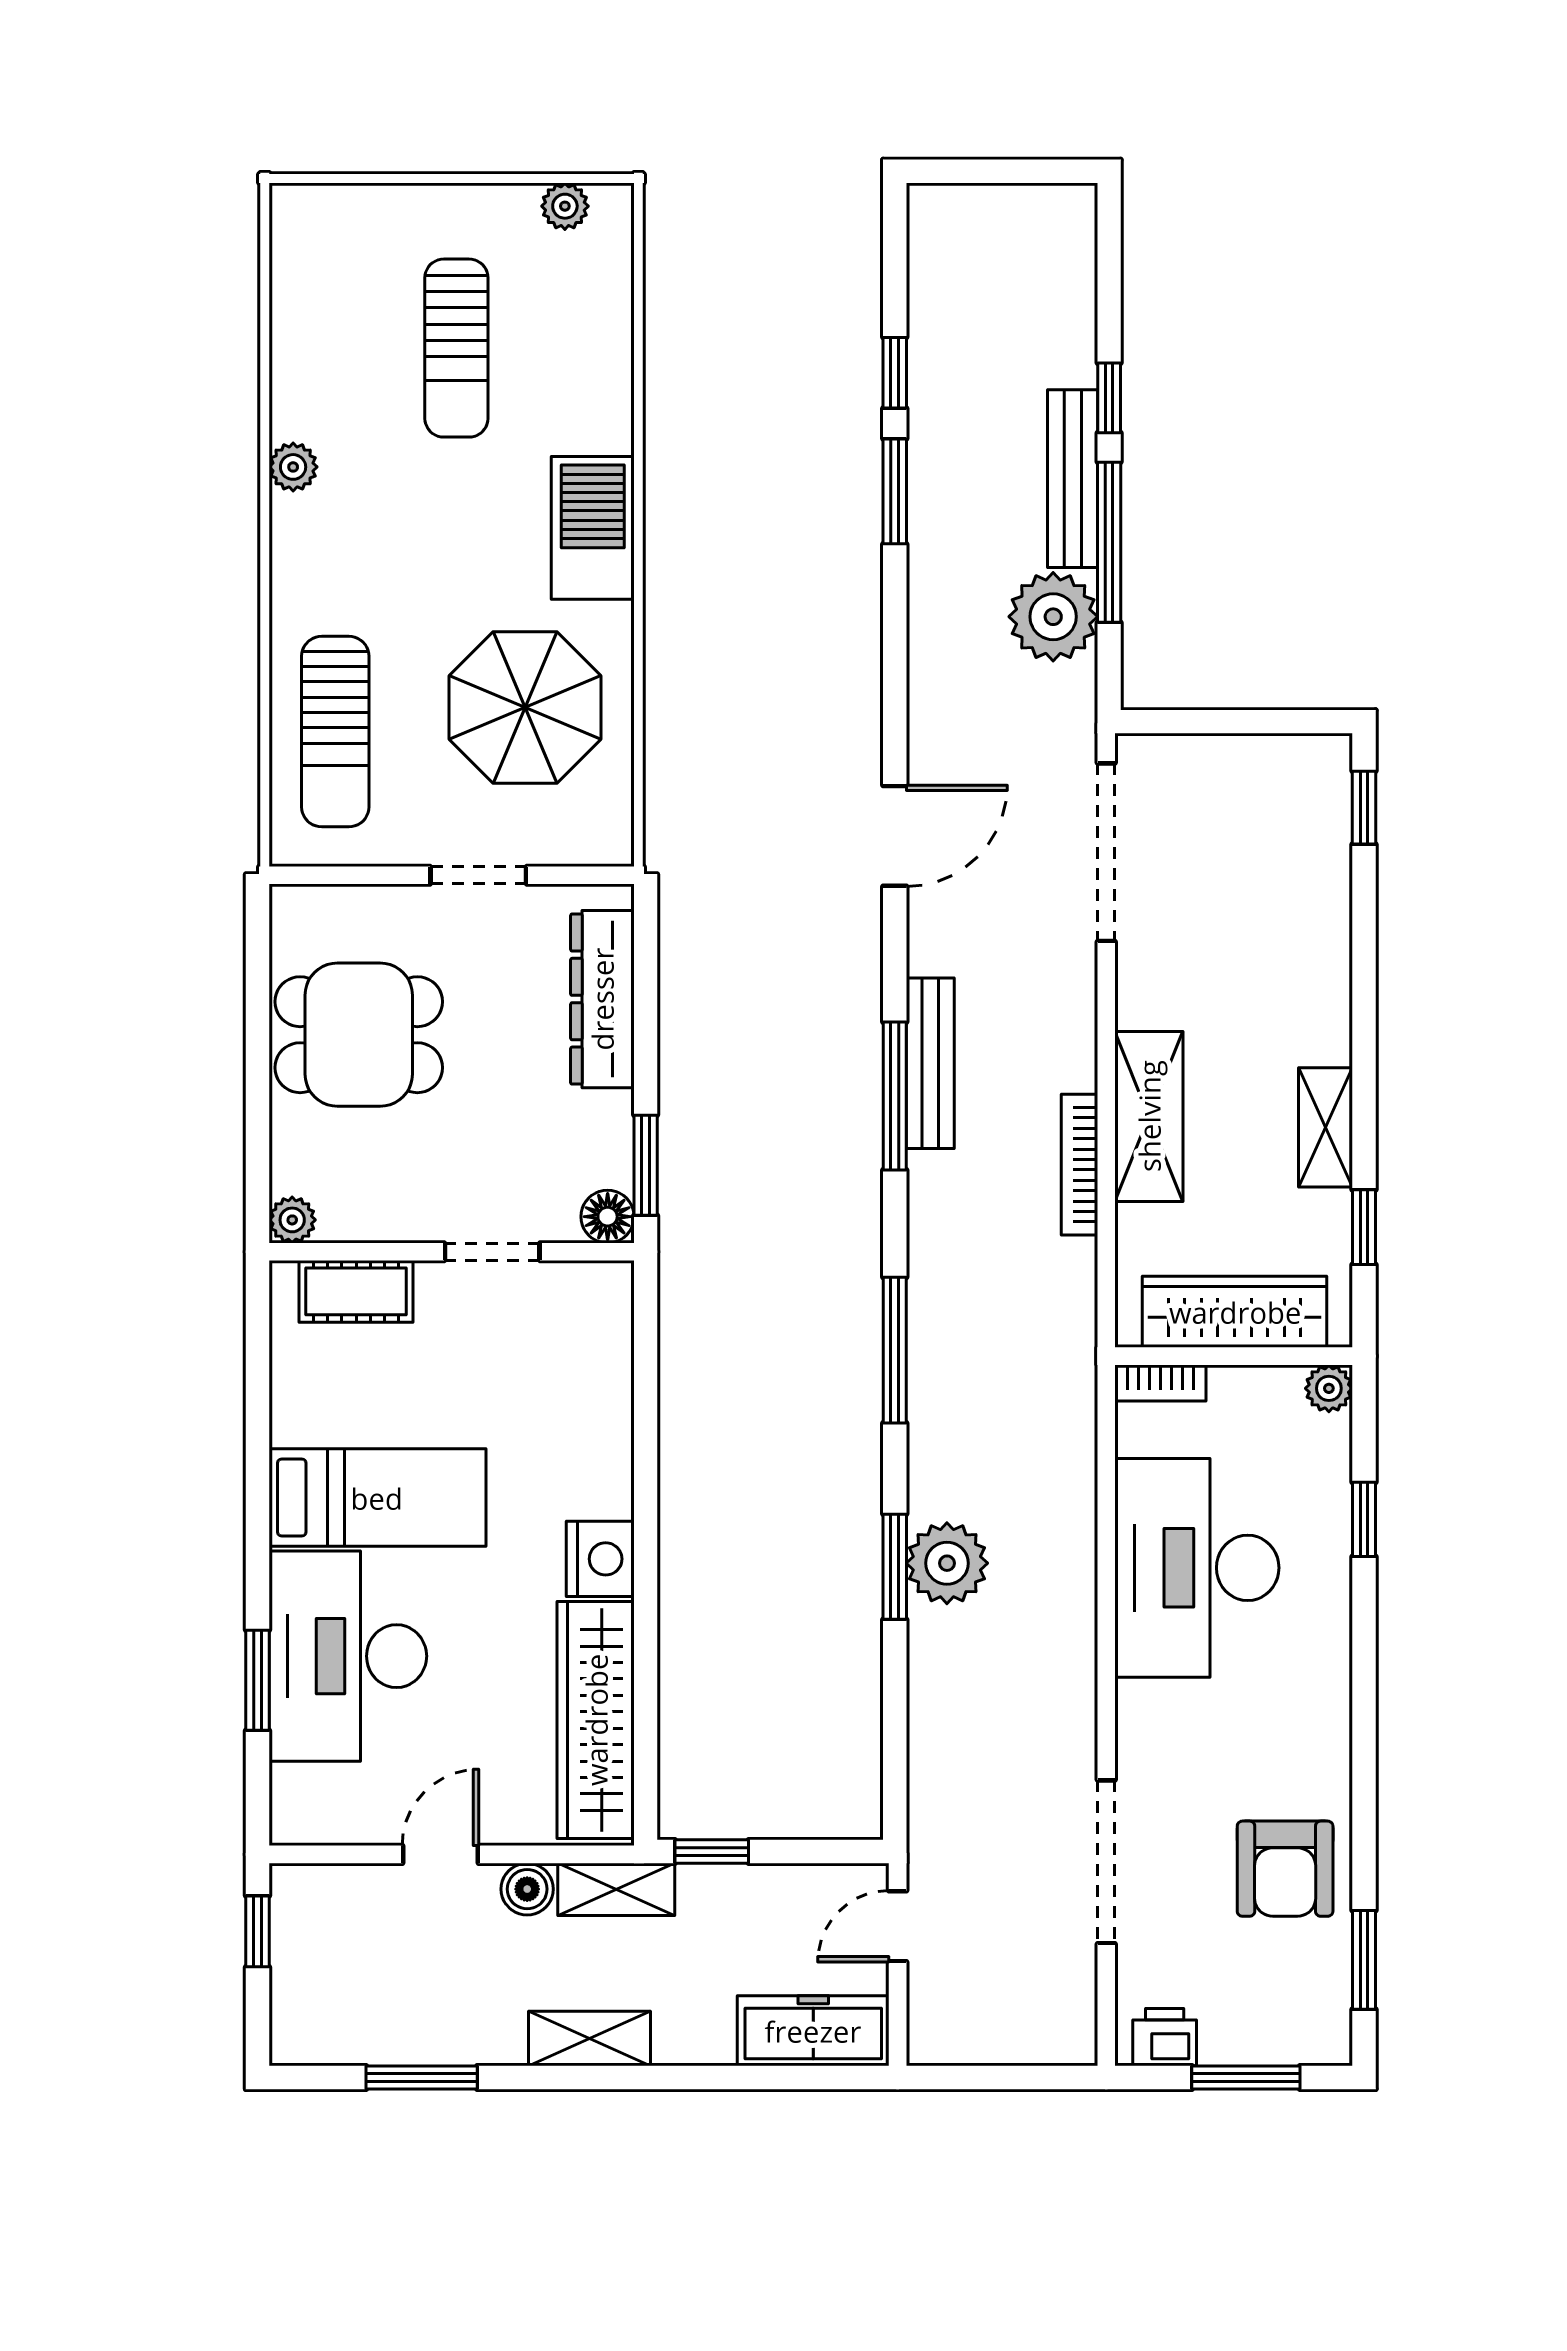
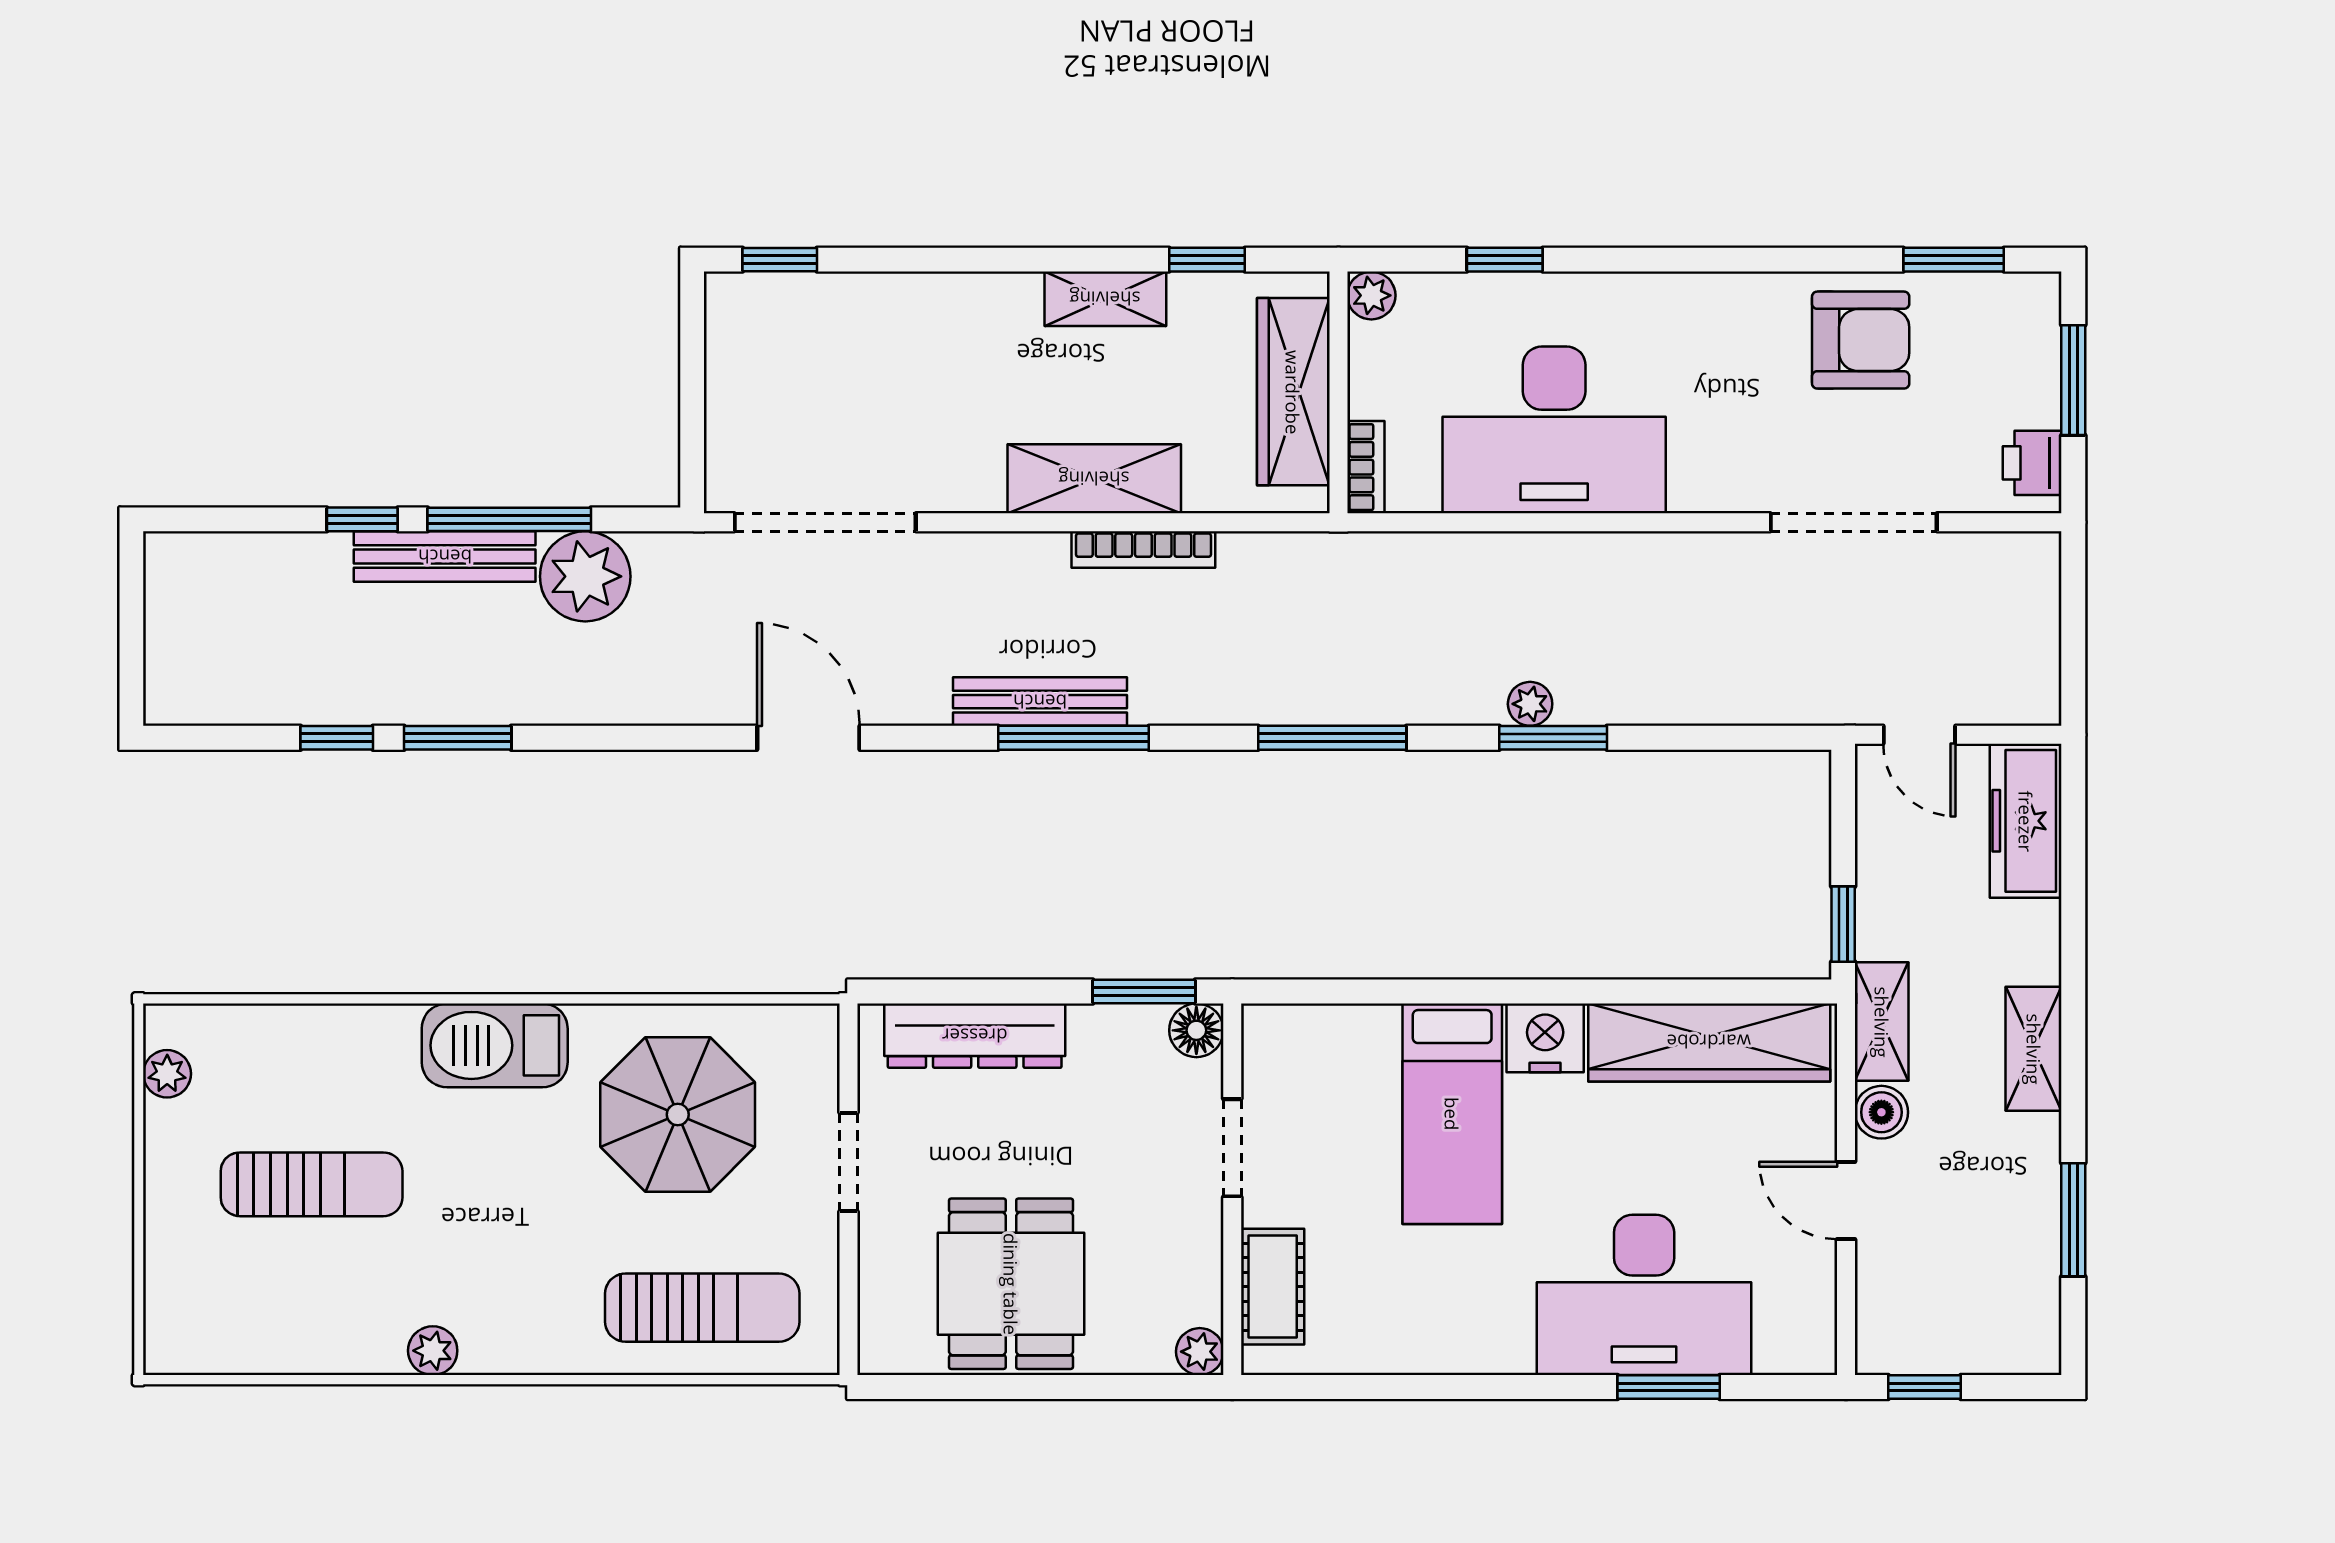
bed: (377, 1498) -> (1452, 1114), moved, turned 180
plant: (947, 1563) -> (1530, 704), width x0.53, depth x0.53

